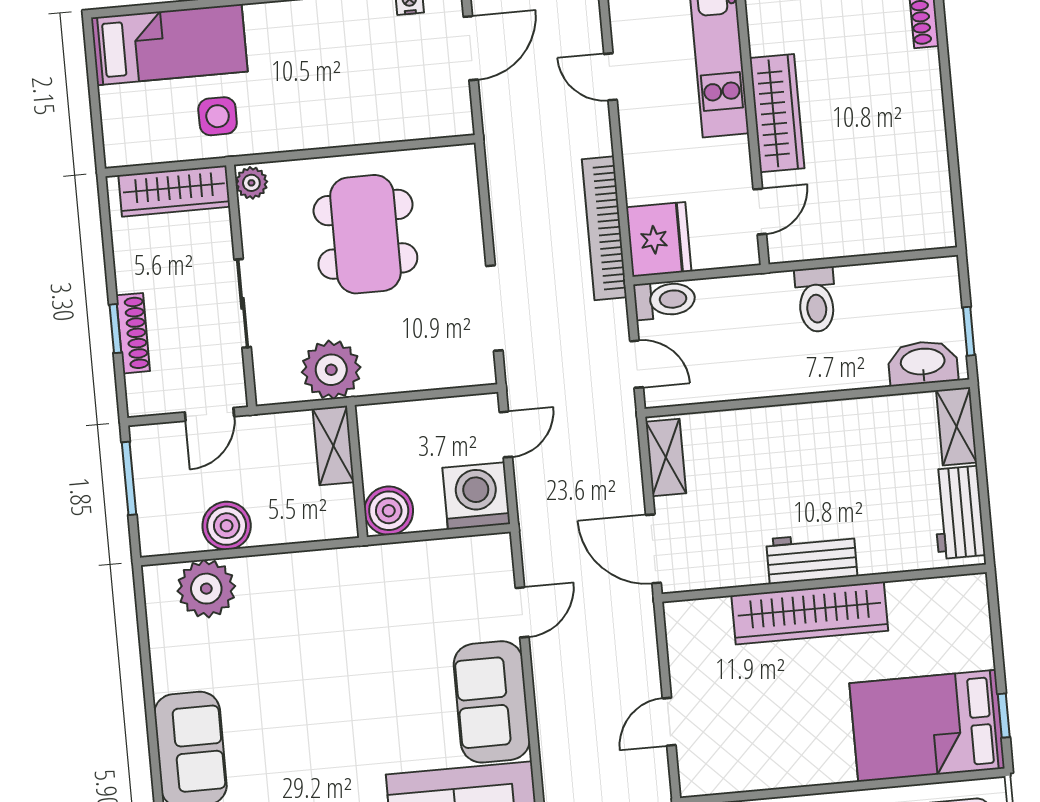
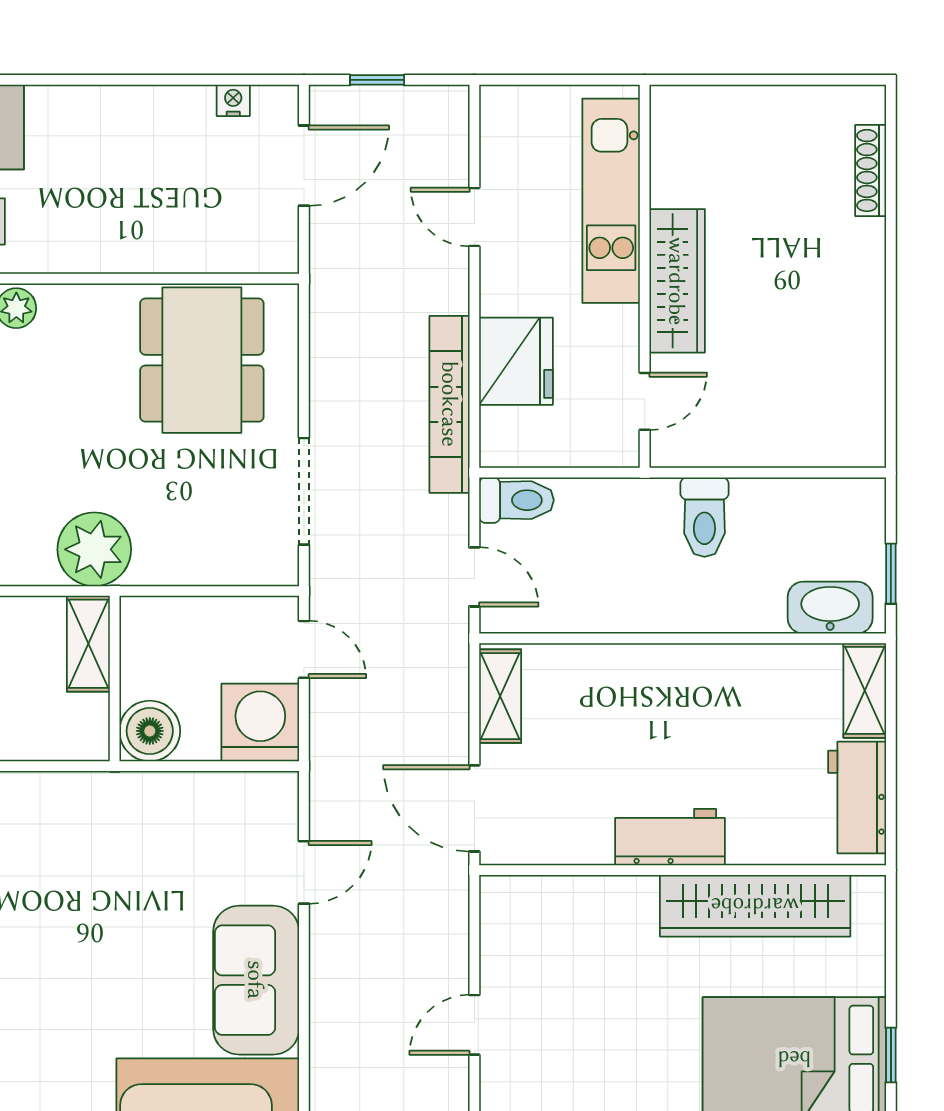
dining table: (365, 234) -> (202, 360), moved
fridge: (659, 239) -> (516, 361), moved
door: (506, 434) -> (304, 649), hinge flipped
wardrobe: (810, 613) -> (755, 906), moved

